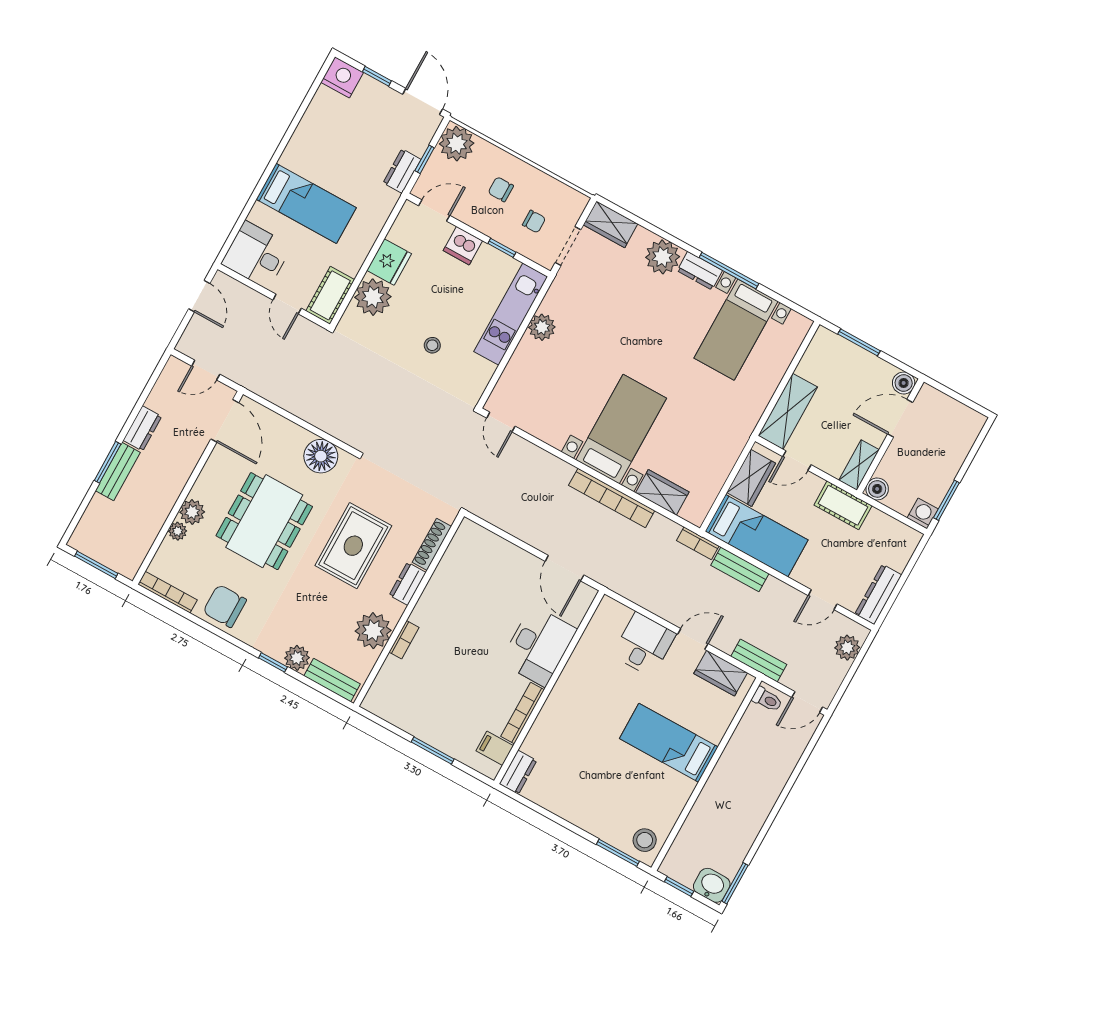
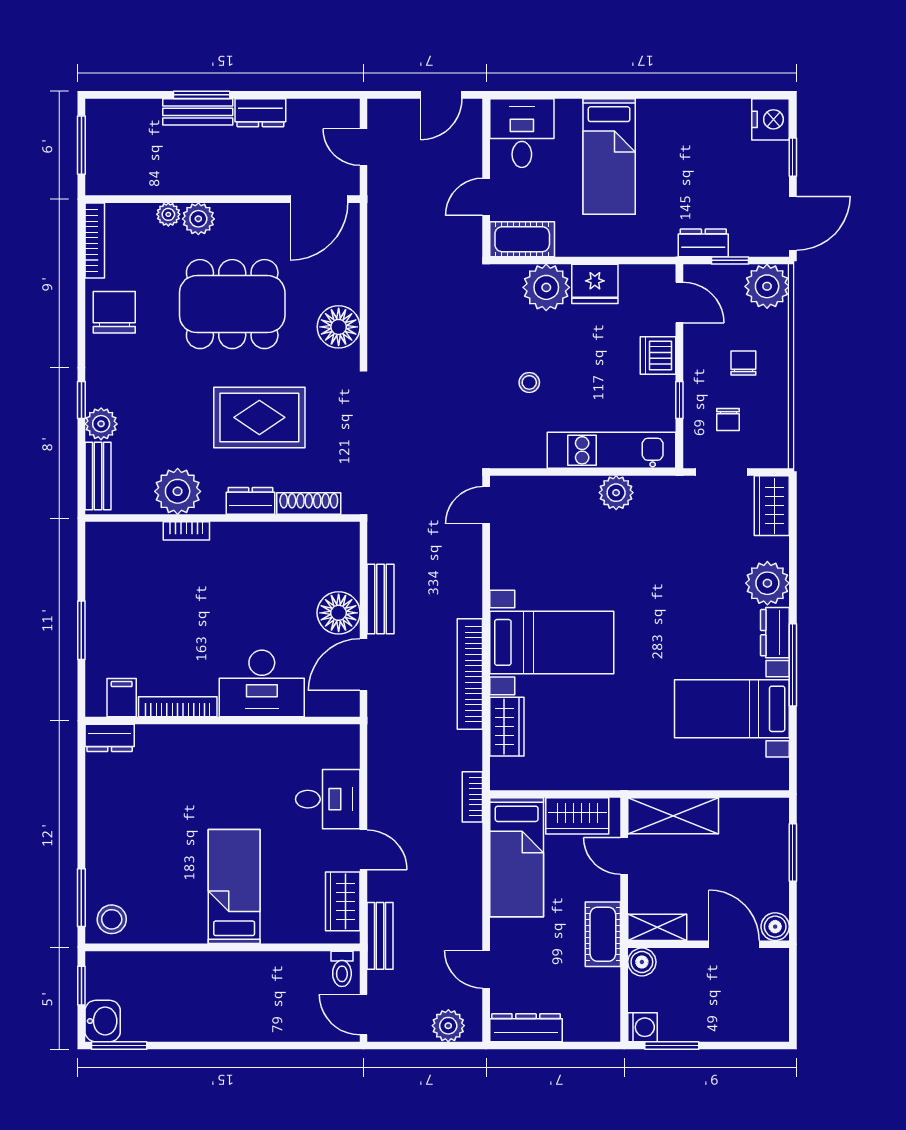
floor lamp: (519, 566) -> (339, 613), added
bench: (740, 569) -> (381, 599), moved

